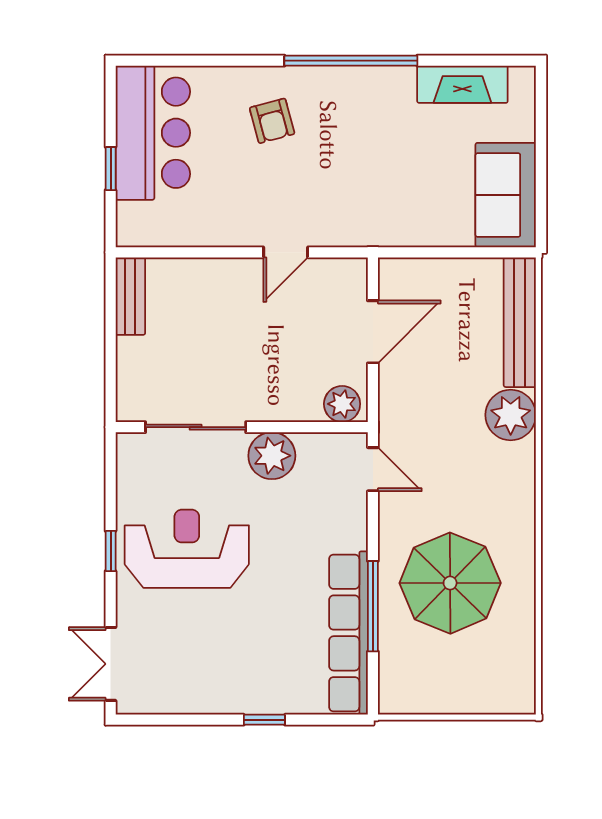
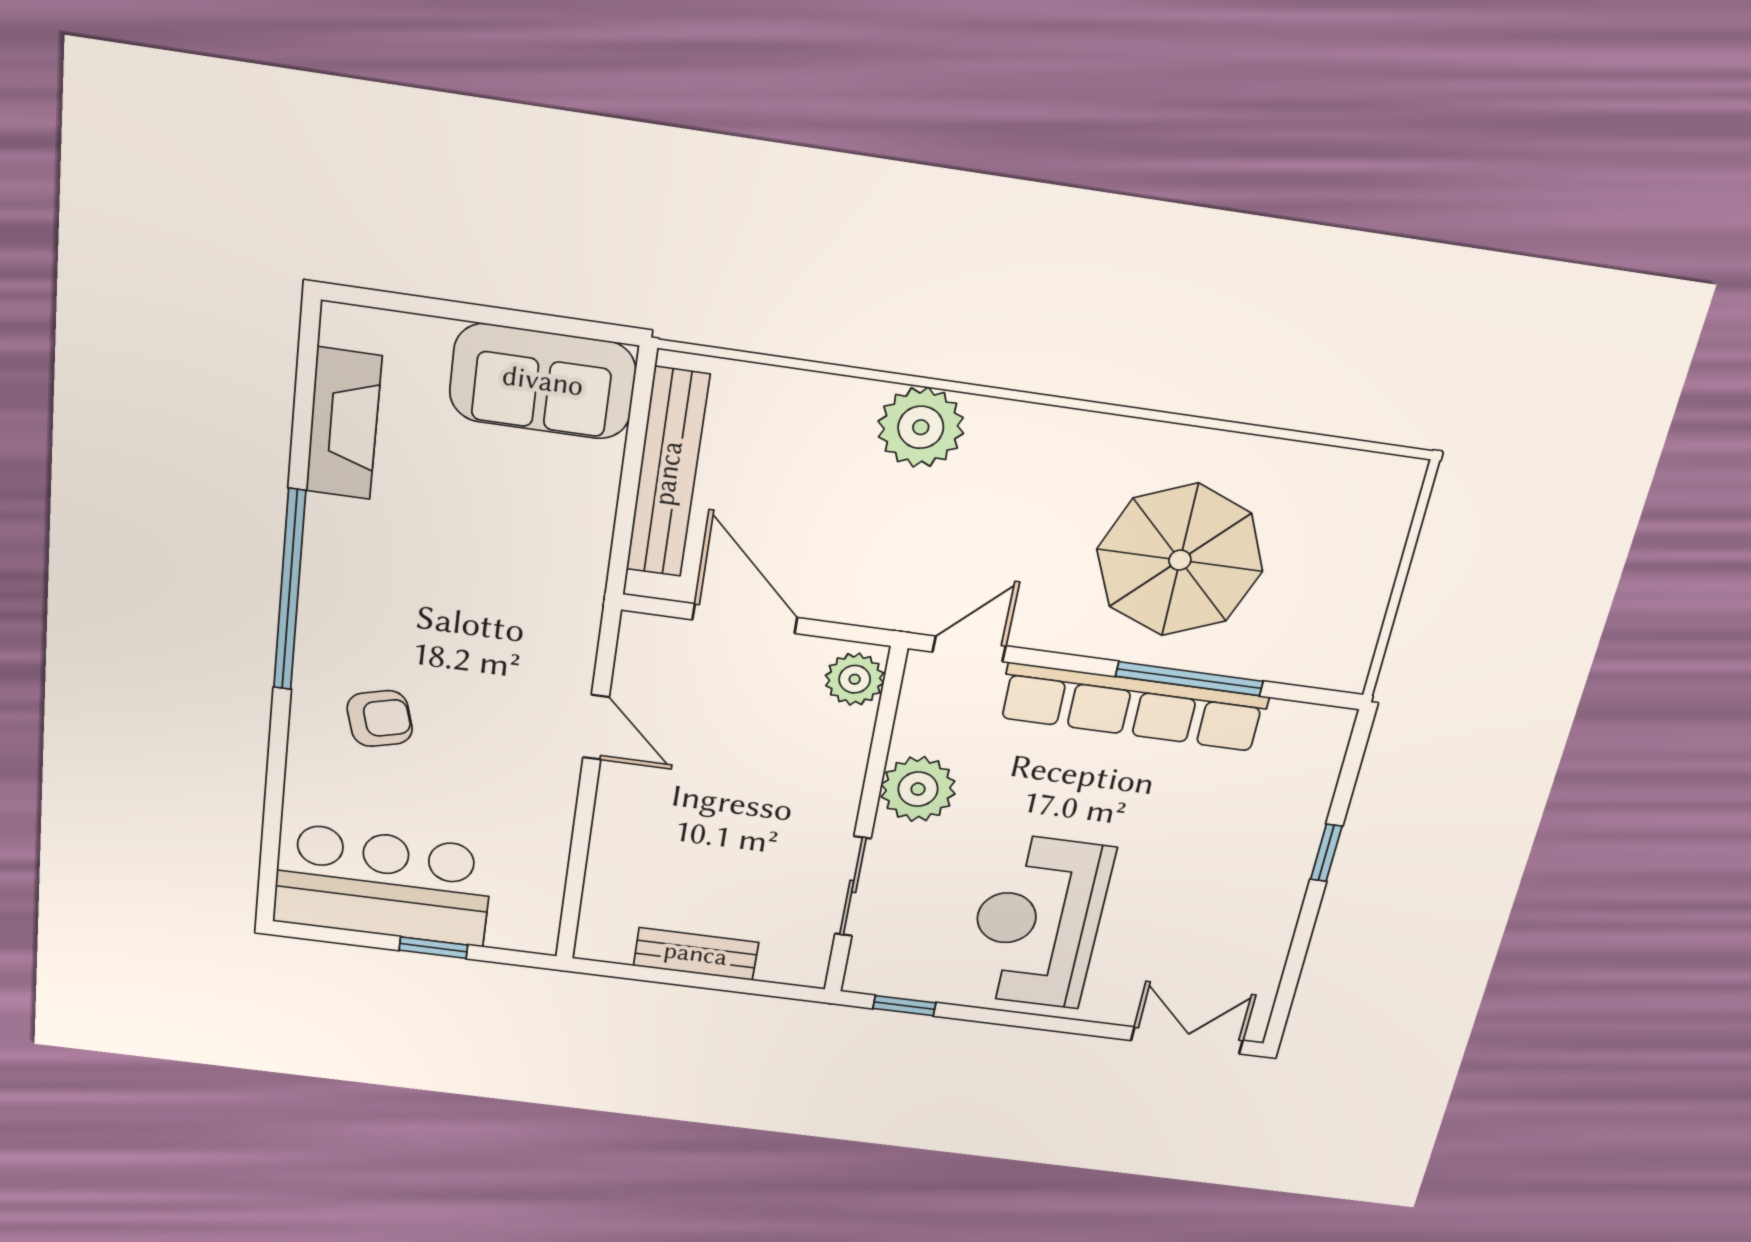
bench: (130, 296) -> (696, 954), moved
bench: (520, 322) -> (668, 473), moved, turned 90
sliding door: (196, 427) -> (853, 886), width x0.73
window: (111, 551) -> (904, 1006), moved
row of seats: (348, 633) -> (1133, 707), moved
double door: (111, 664) -> (1187, 1040), swing flipped

